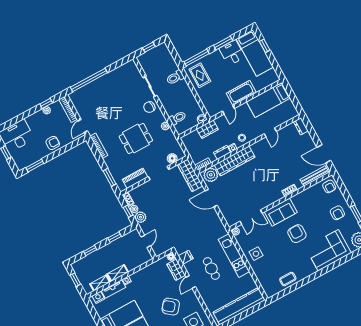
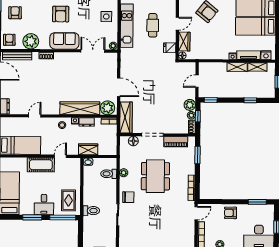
desk: (232, 53) -> (44, 205), moved
dining table: (136, 138) -> (155, 176), width x1.38
plant: (310, 196) -> (31, 41), added
window: (115, 237) -> (211, 100), moved

